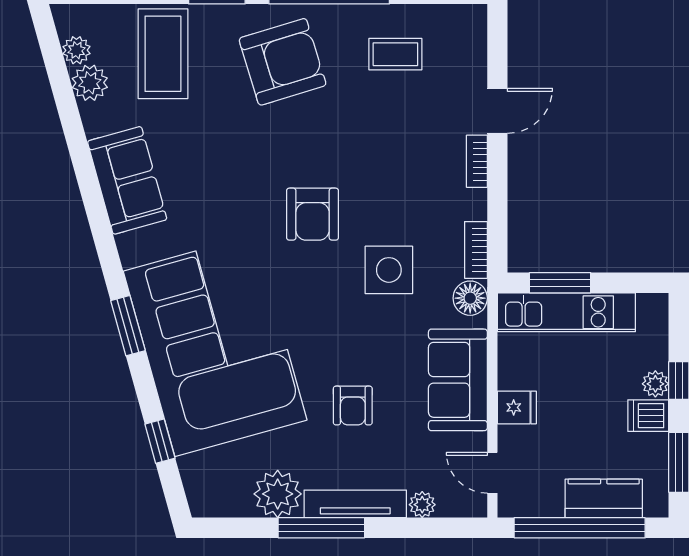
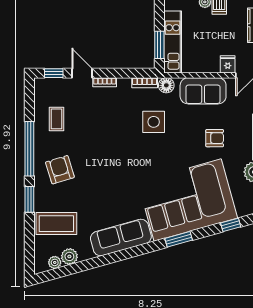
window: (497, 48) -> (54, 73), added
armchair: (283, 62) -> (60, 170), width x0.73, depth x0.73
sofa: (127, 180) -> (121, 238), width x1.36
armchair: (313, 214) -> (128, 156), removed
fridge: (517, 407) -> (228, 64), moved

